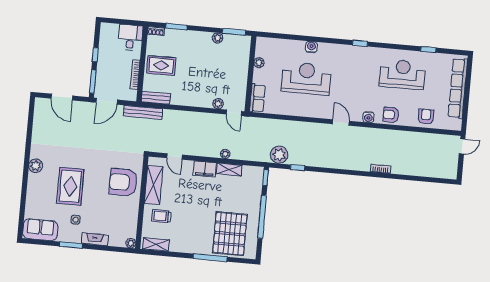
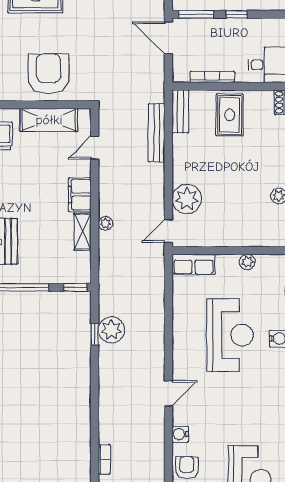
plant: (218, 104) -> (187, 199), width x1.88, depth x1.88
bench: (143, 112) -> (157, 133), moved
plant: (279, 155) -> (111, 330), moved

